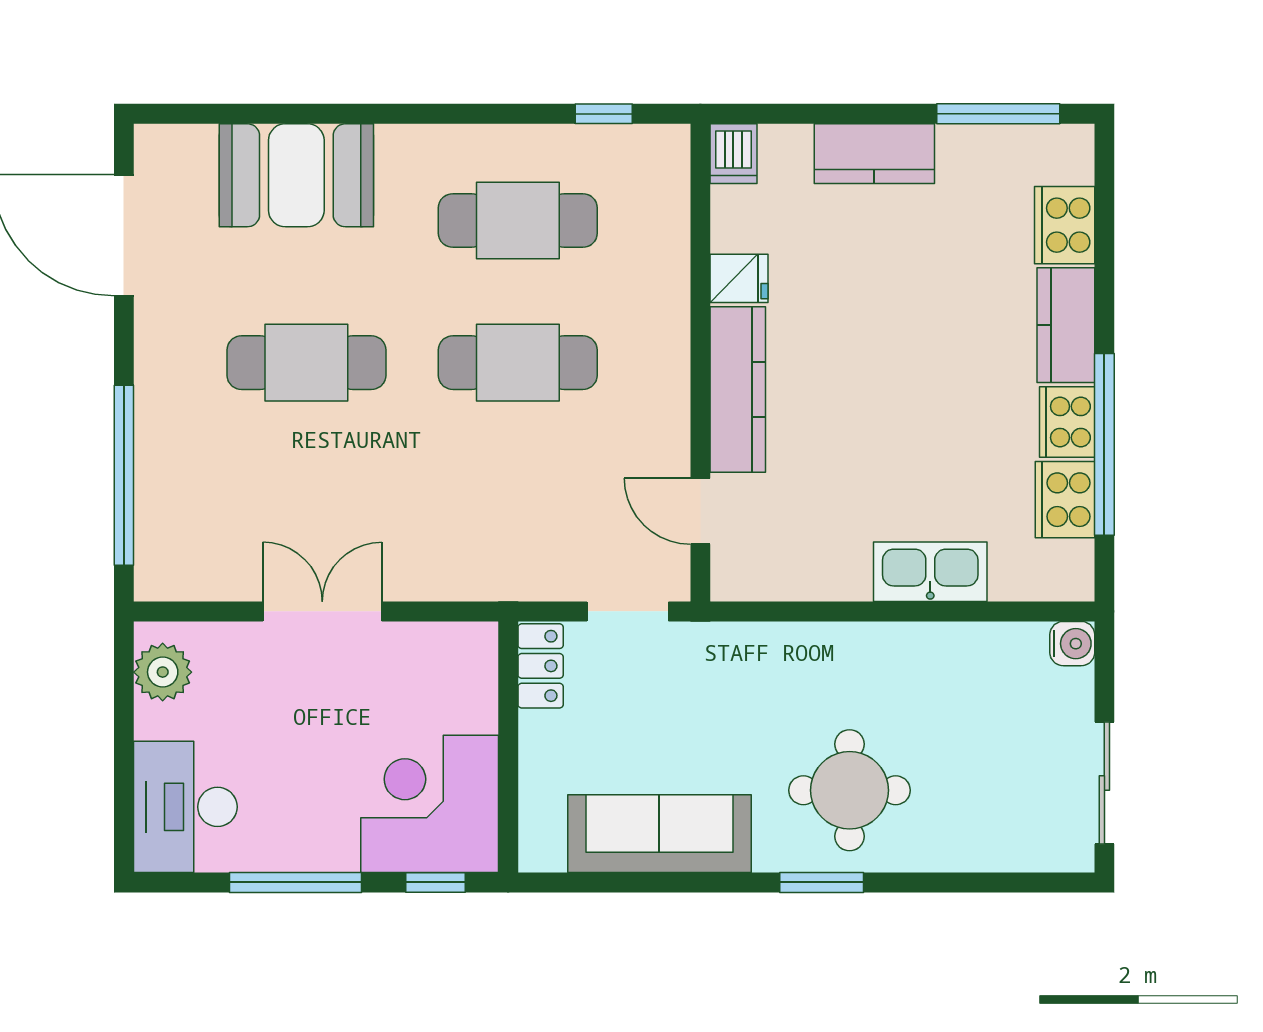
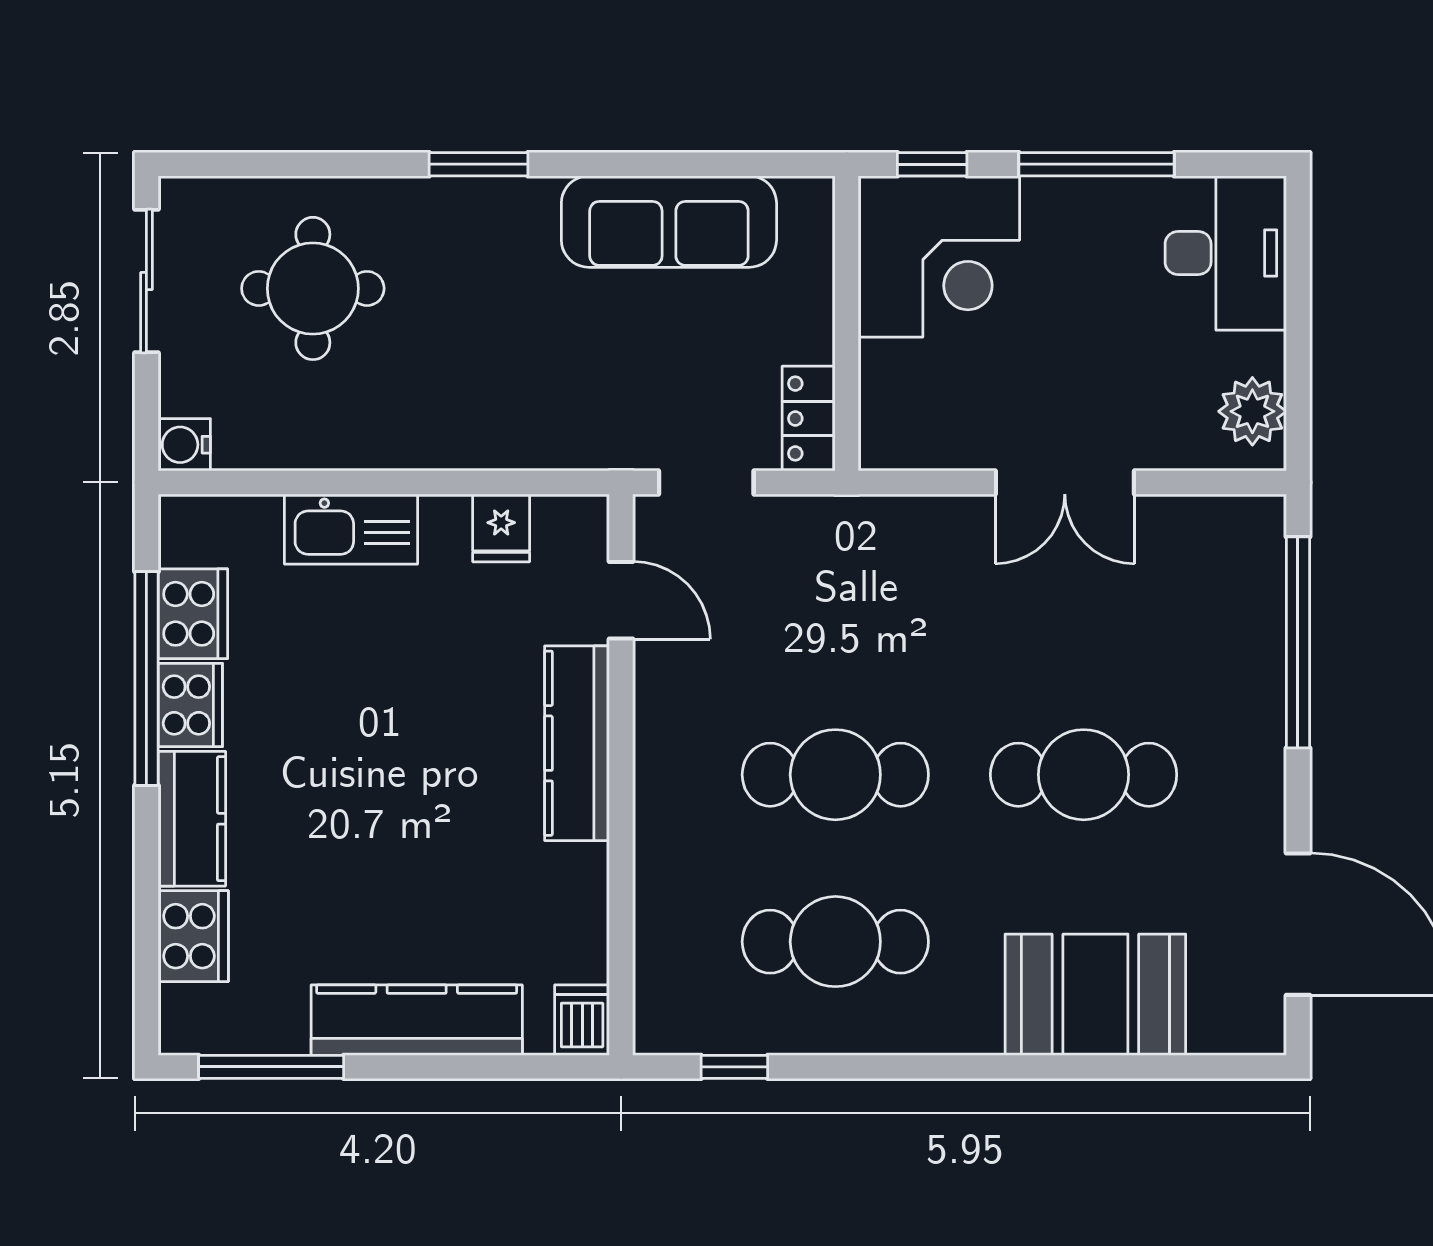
kitchen counter: (874, 154) -> (417, 1020), width x1.50
fridge: (739, 278) -> (501, 528), moved, turned -90
round table: (850, 790) -> (313, 288), moved

